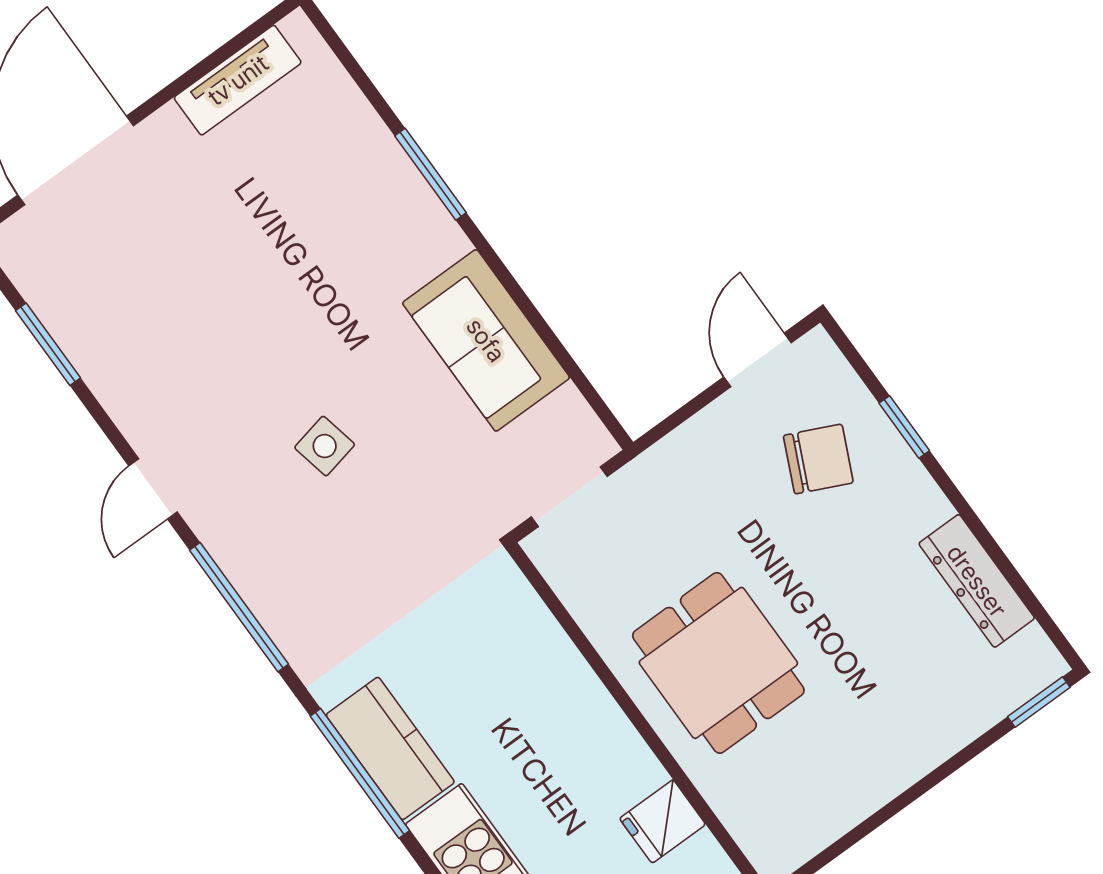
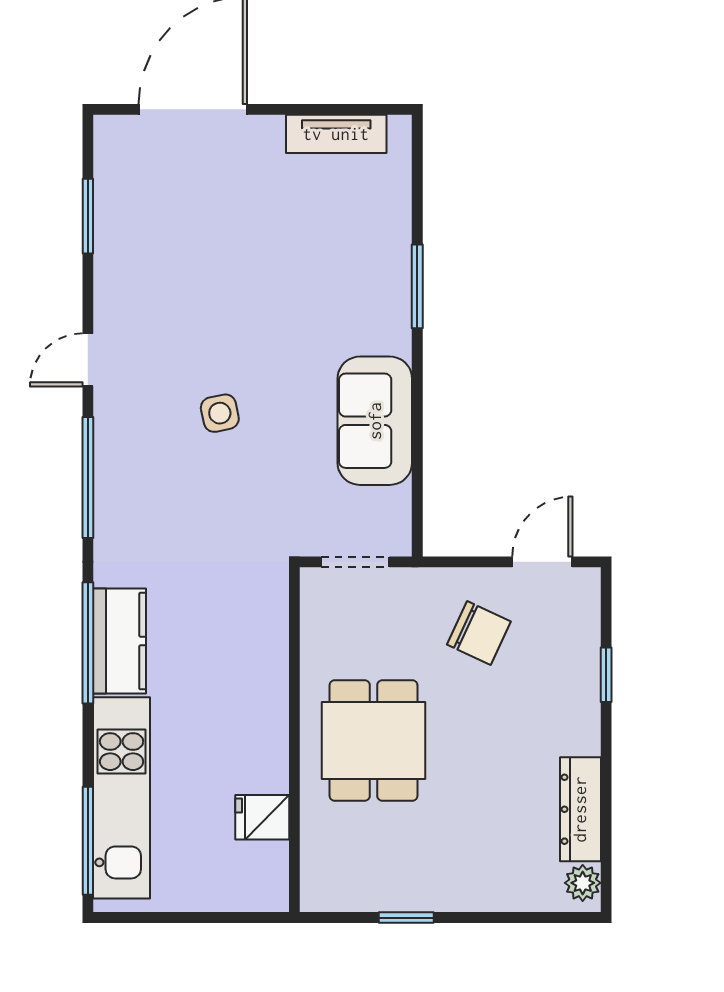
chair: (818, 459) -> (479, 633), moved
plant: (1033, 653) -> (583, 883), added
window: (1039, 702) -> (406, 918), moved

